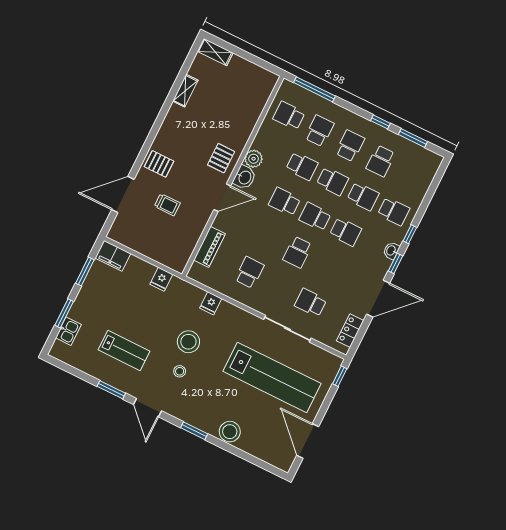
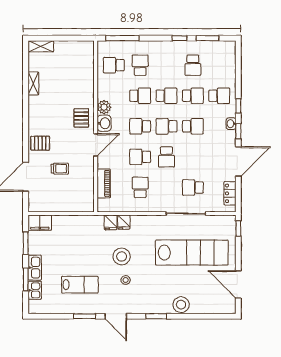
school desk: (350, 146) -> (140, 157), moved, turned -90
fridge: (161, 279) -> (111, 222), moved
kitchen sink: (81, 305) -> (35, 268), added

